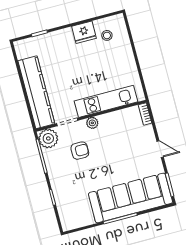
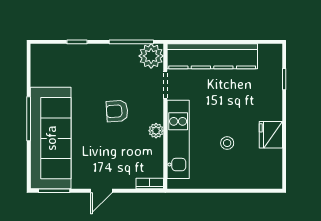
stool: (107, 35) -> (227, 143), moved
plant: (92, 123) -> (156, 131), moved
armchair: (80, 151) -> (117, 111), moved, turned 86

